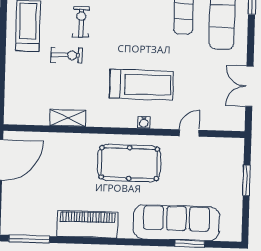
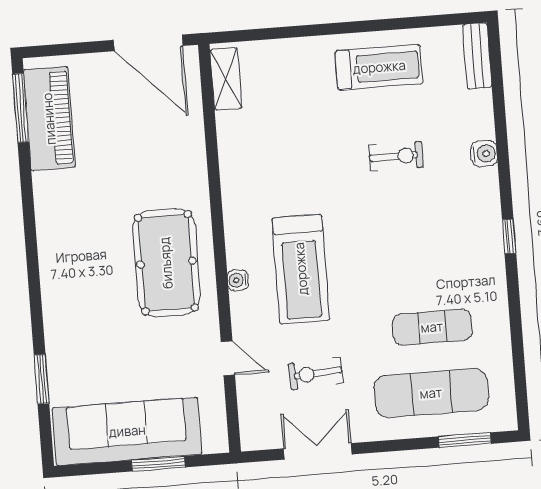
exercise bike: (67, 55) -> (316, 373), moved, turned 86
shelving: (68, 118) -> (226, 79), moved
sofa: (176, 223) -> (127, 431), moved, turned -90
piano: (88, 224) -> (49, 119), moved

